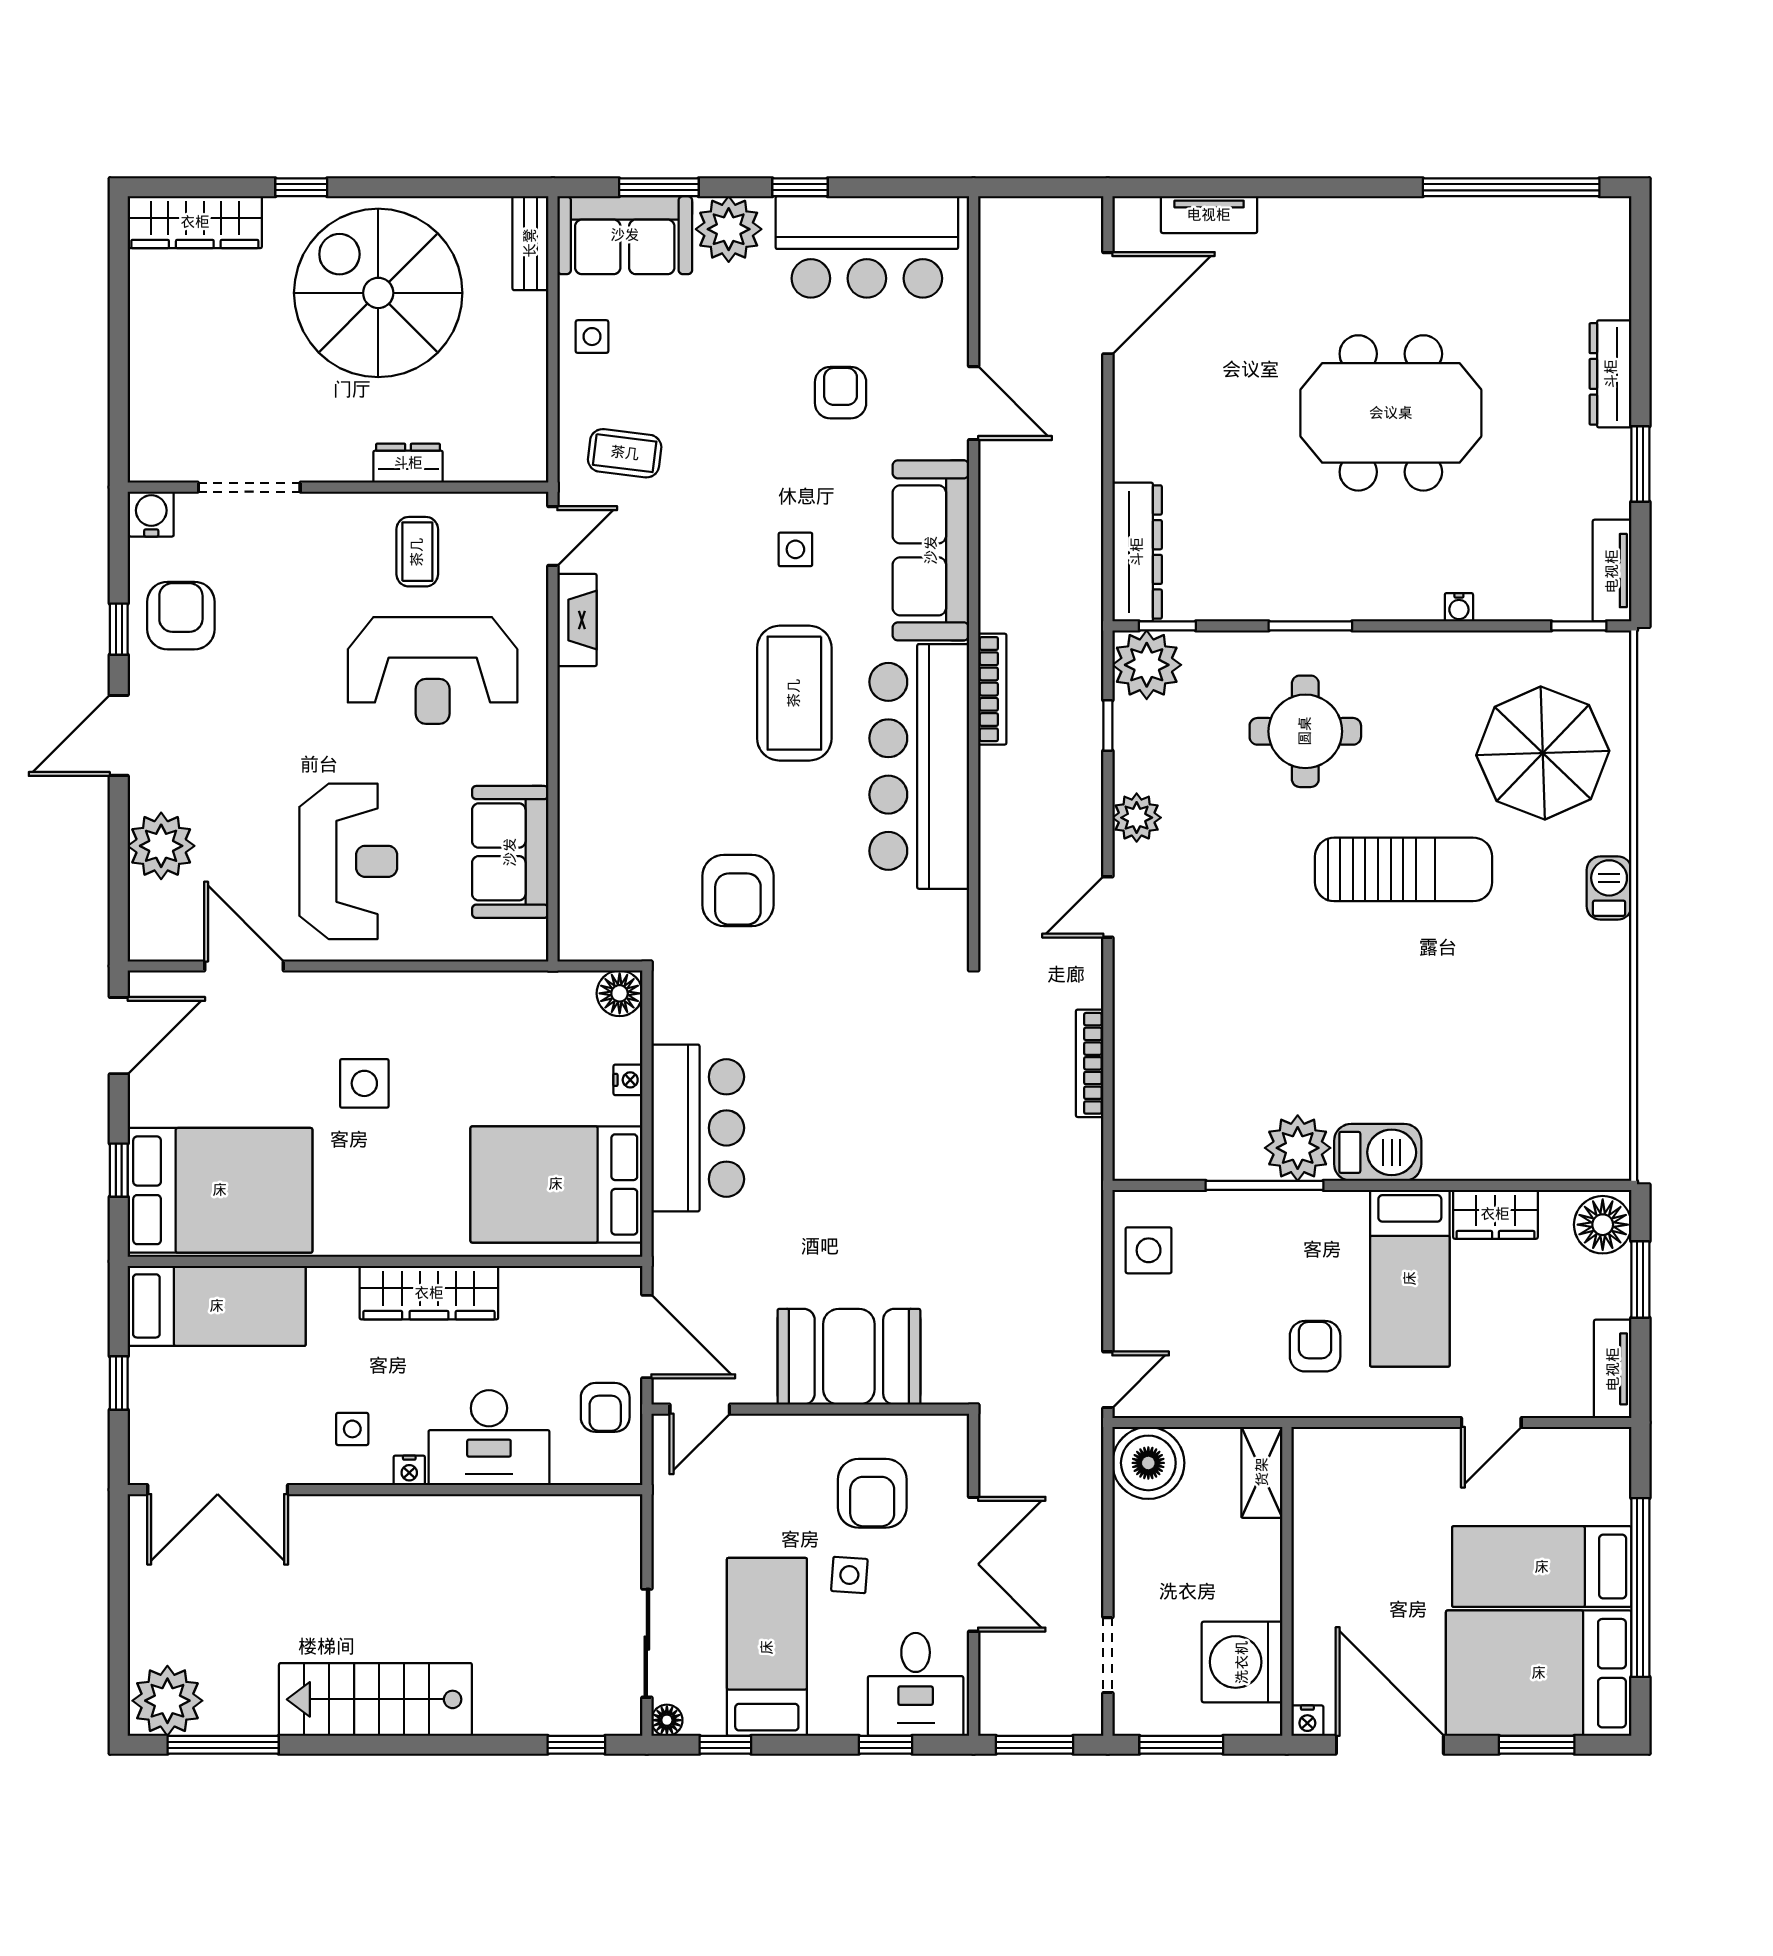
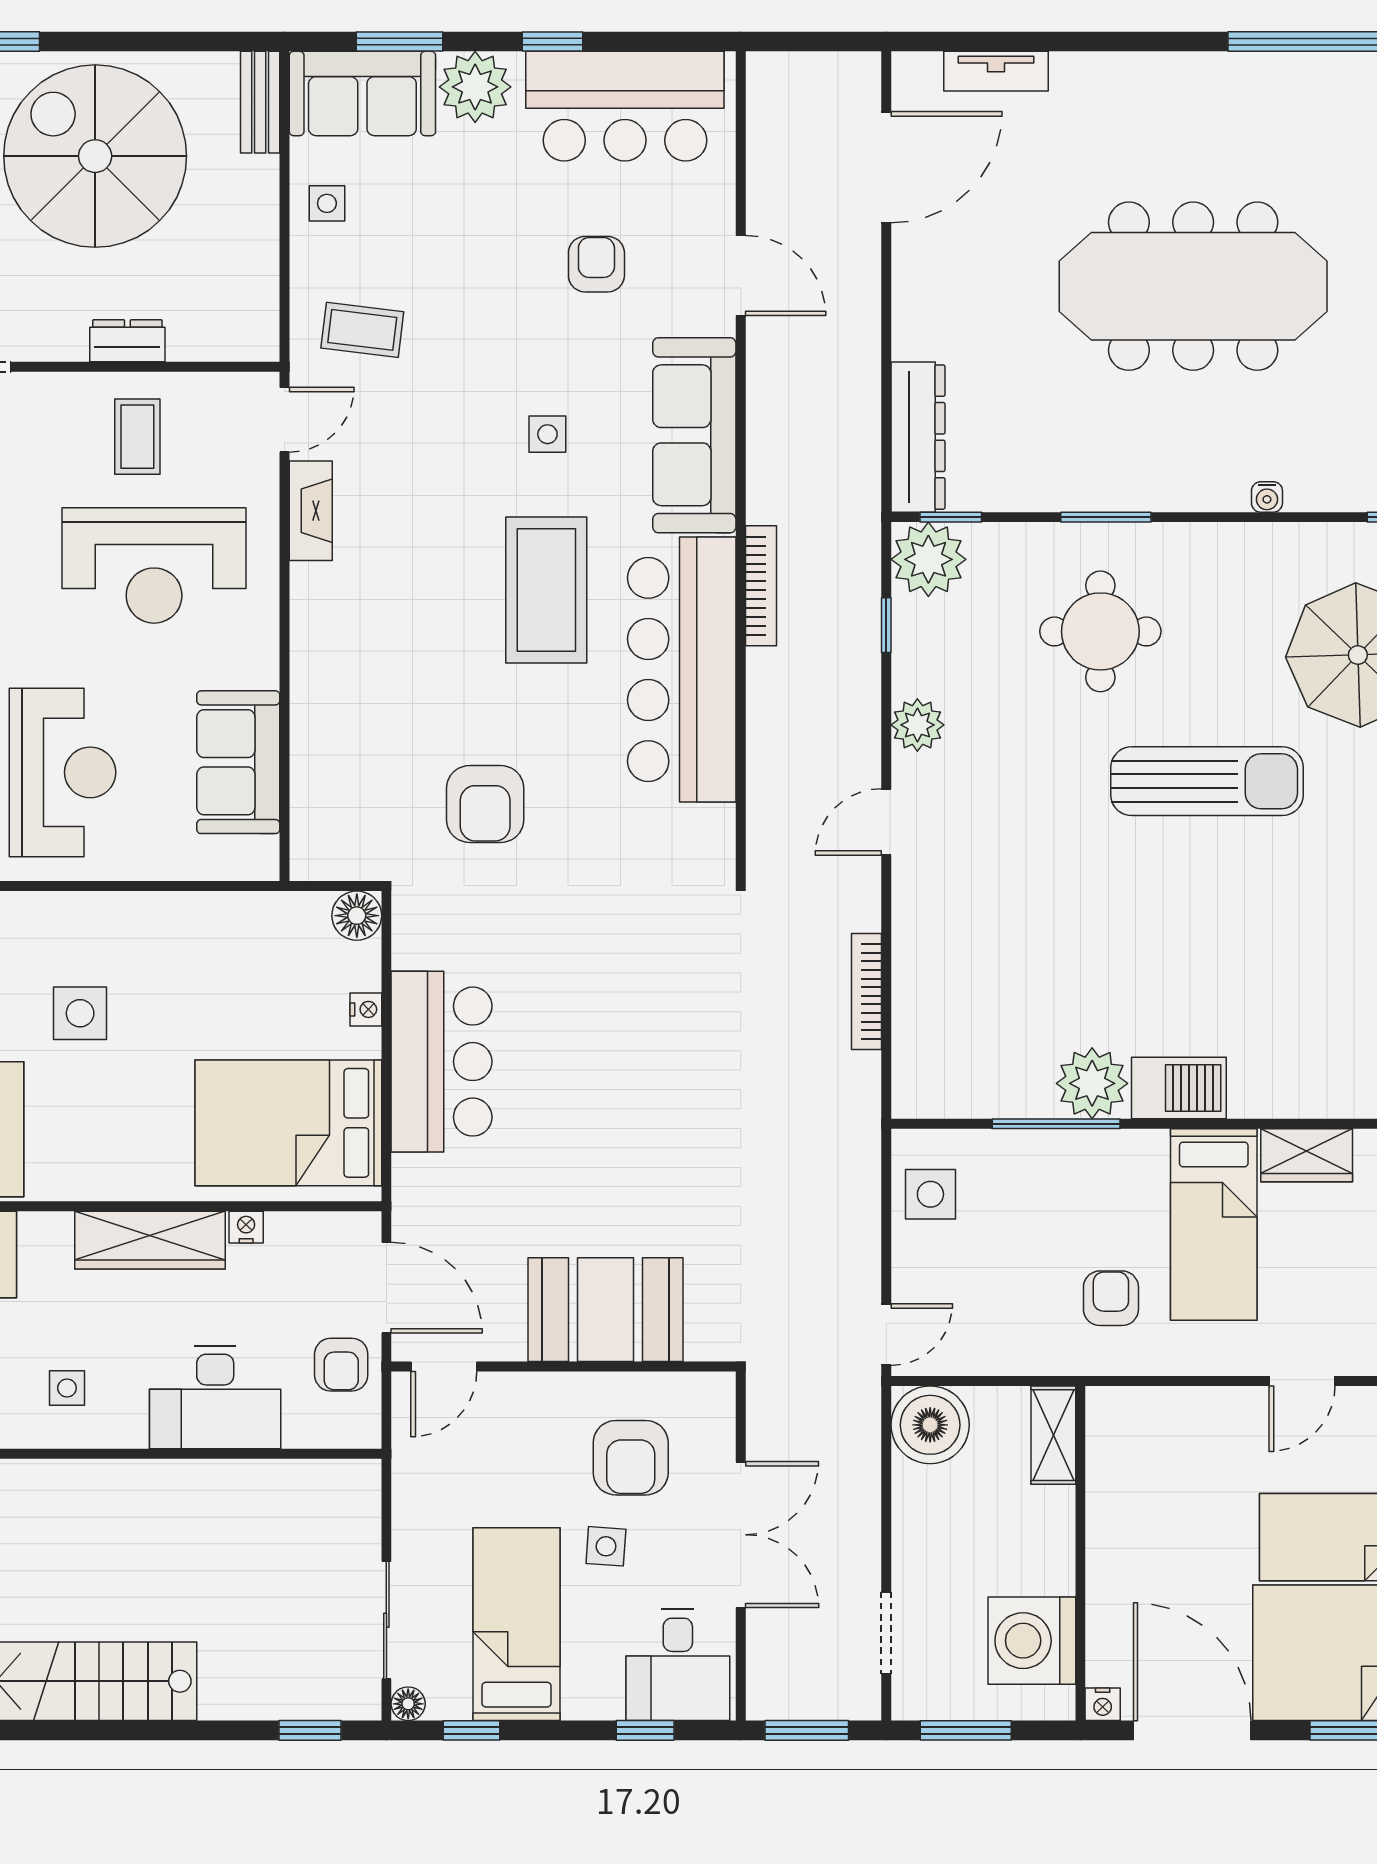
meeting table: (1391, 413) -> (1193, 286), width x1.36
nightstand: (409, 1470) -> (246, 1227), moved, turned 180

